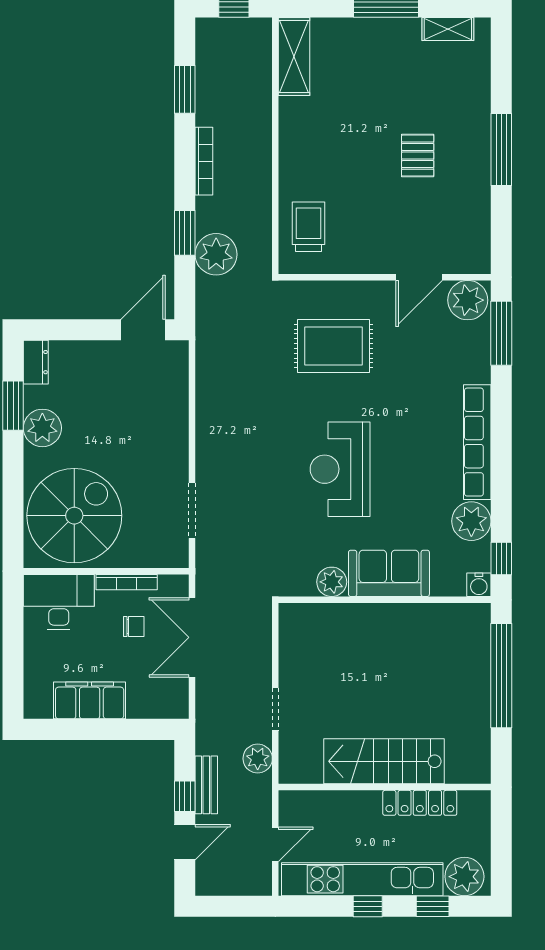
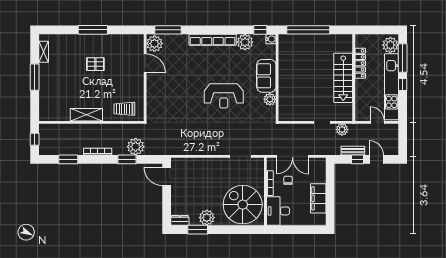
shelving: (294, 57) -> (86, 115), moved
rug: (333, 346) -> (173, 99), removed
window: (433, 906) -> (403, 58), width x2.17

